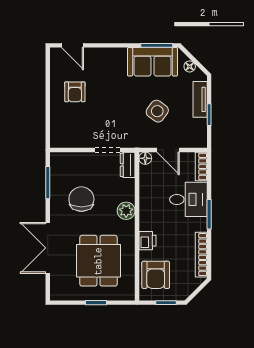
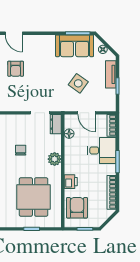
floor lamp: (145, 158) -> (69, 134), moved
chair: (81, 199) -> (21, 150), width x0.54, depth x0.54
armchair: (156, 275) -> (77, 208), turned 180

